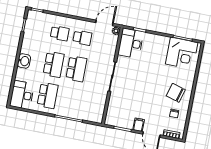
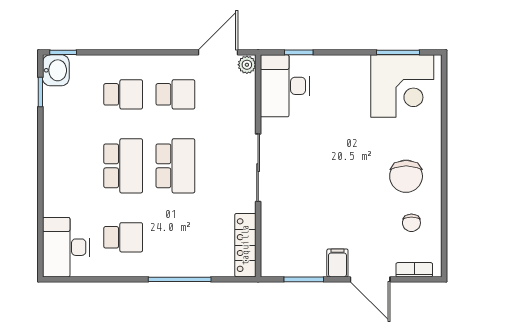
washbasin: (24, 61) -> (56, 70), moved
chair: (176, 93) -> (406, 176), turned -106
school desk: (48, 95) -> (123, 237), width x0.54
locker: (100, 109) -> (245, 245), added

